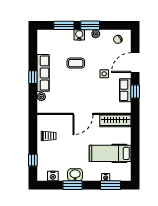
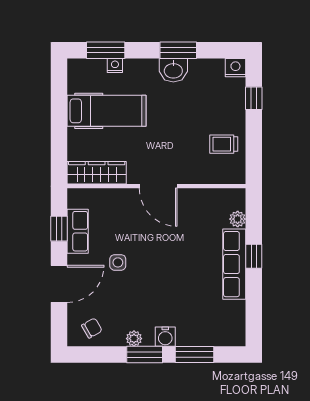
coffee table: (76, 63) -> (172, 283), removed
door: (83, 114) -> (158, 186), swing flipped
nightstand: (53, 176) -> (235, 68), moved

